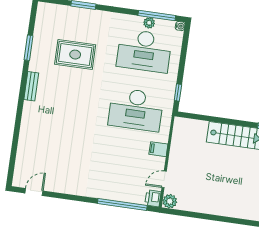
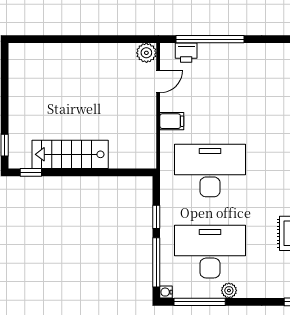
plant: (149, 23) -> (229, 291), moved
window: (184, 49) -> (156, 262), added
window: (178, 93) -> (156, 217), moved
printer: (153, 198) -> (186, 53), moved, turned 90

